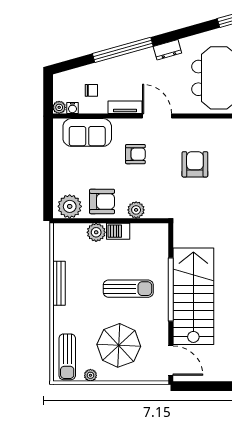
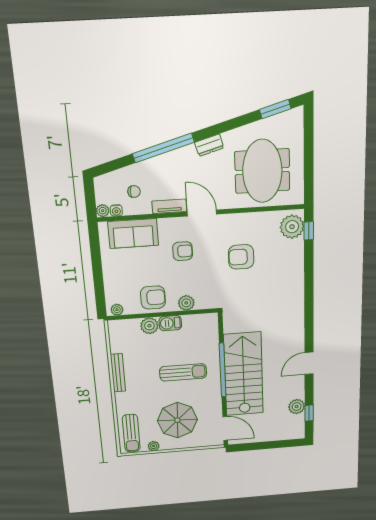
armchair: (195, 164) -> (241, 257), turned -90
plant: (70, 206) -> (117, 310), width x0.53, depth x0.53

